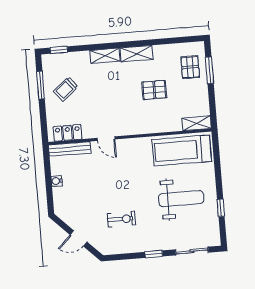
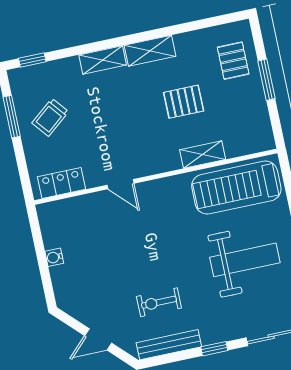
window: (209, 70) -> (267, 80), moved
shelving: (197, 123) -> (203, 155), moved
bench: (70, 149) -> (169, 345), moved
exercise bike: (121, 219) -> (159, 302), turned 180

